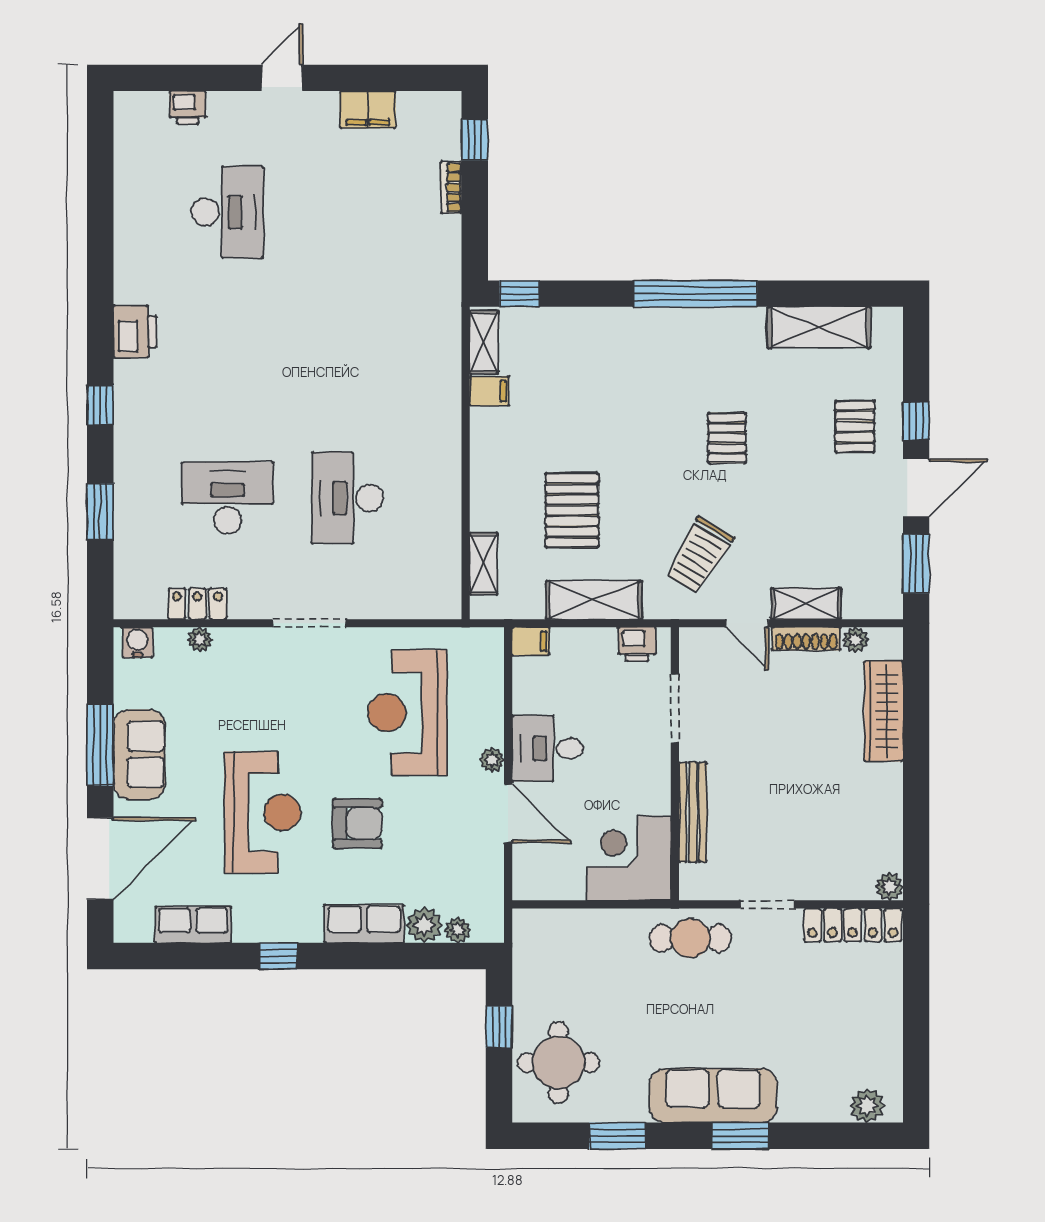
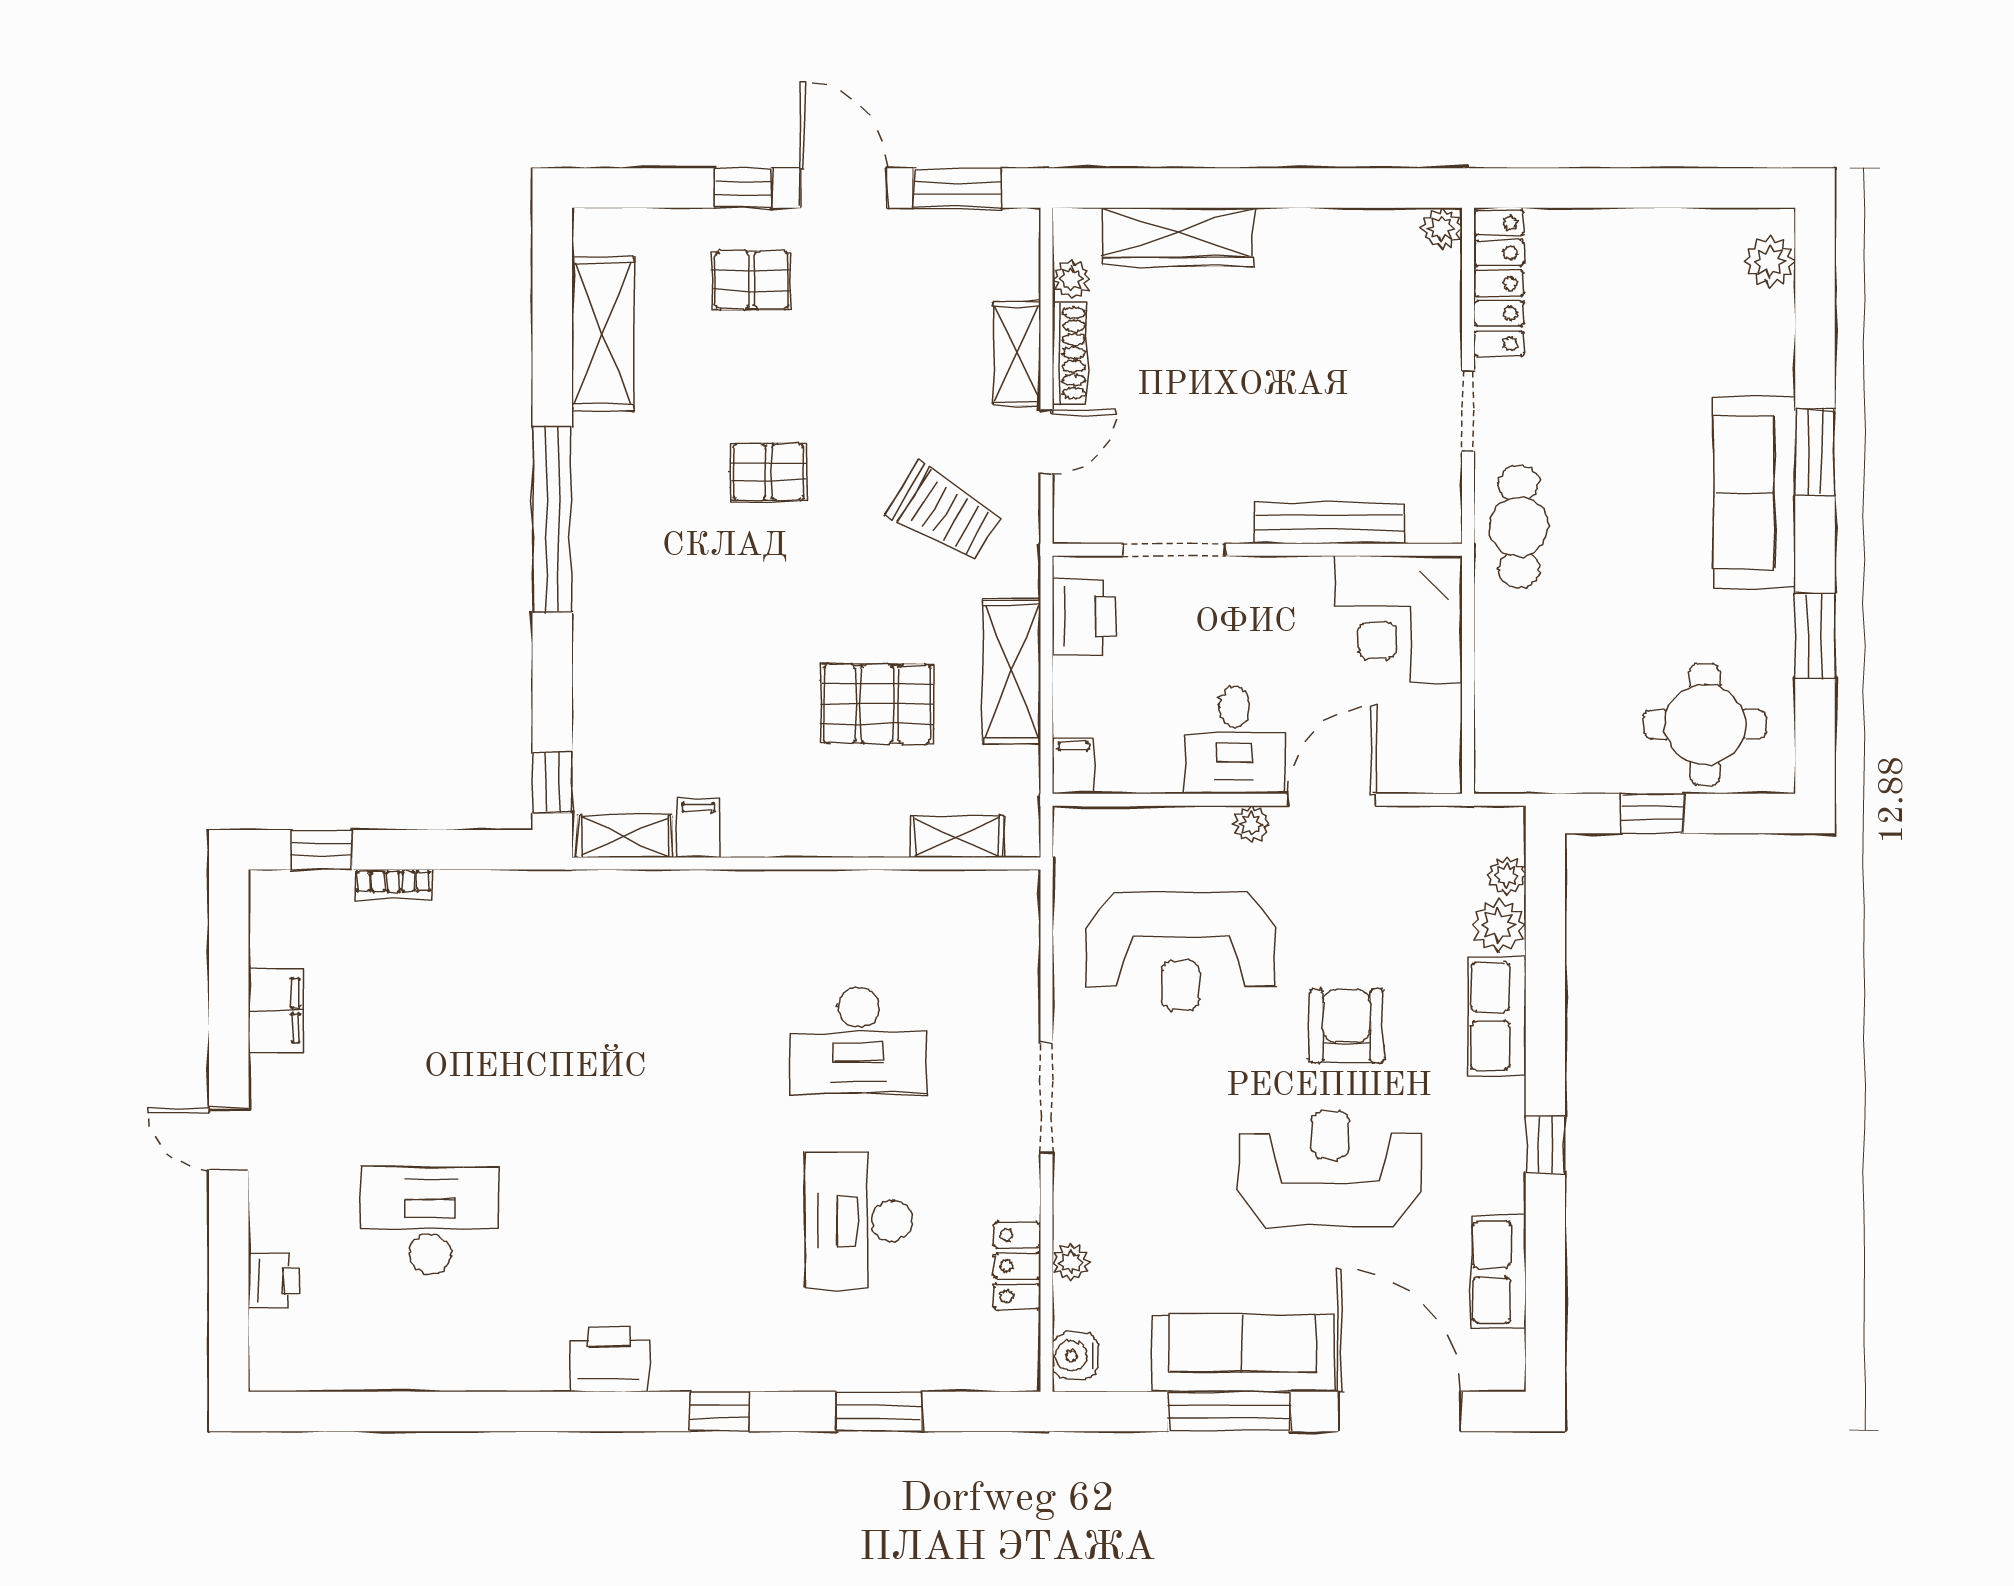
printer: (637, 644) -> (1084, 617), width x1.36, depth x1.24
sofa: (139, 754) -> (1243, 1353), width x1.36

